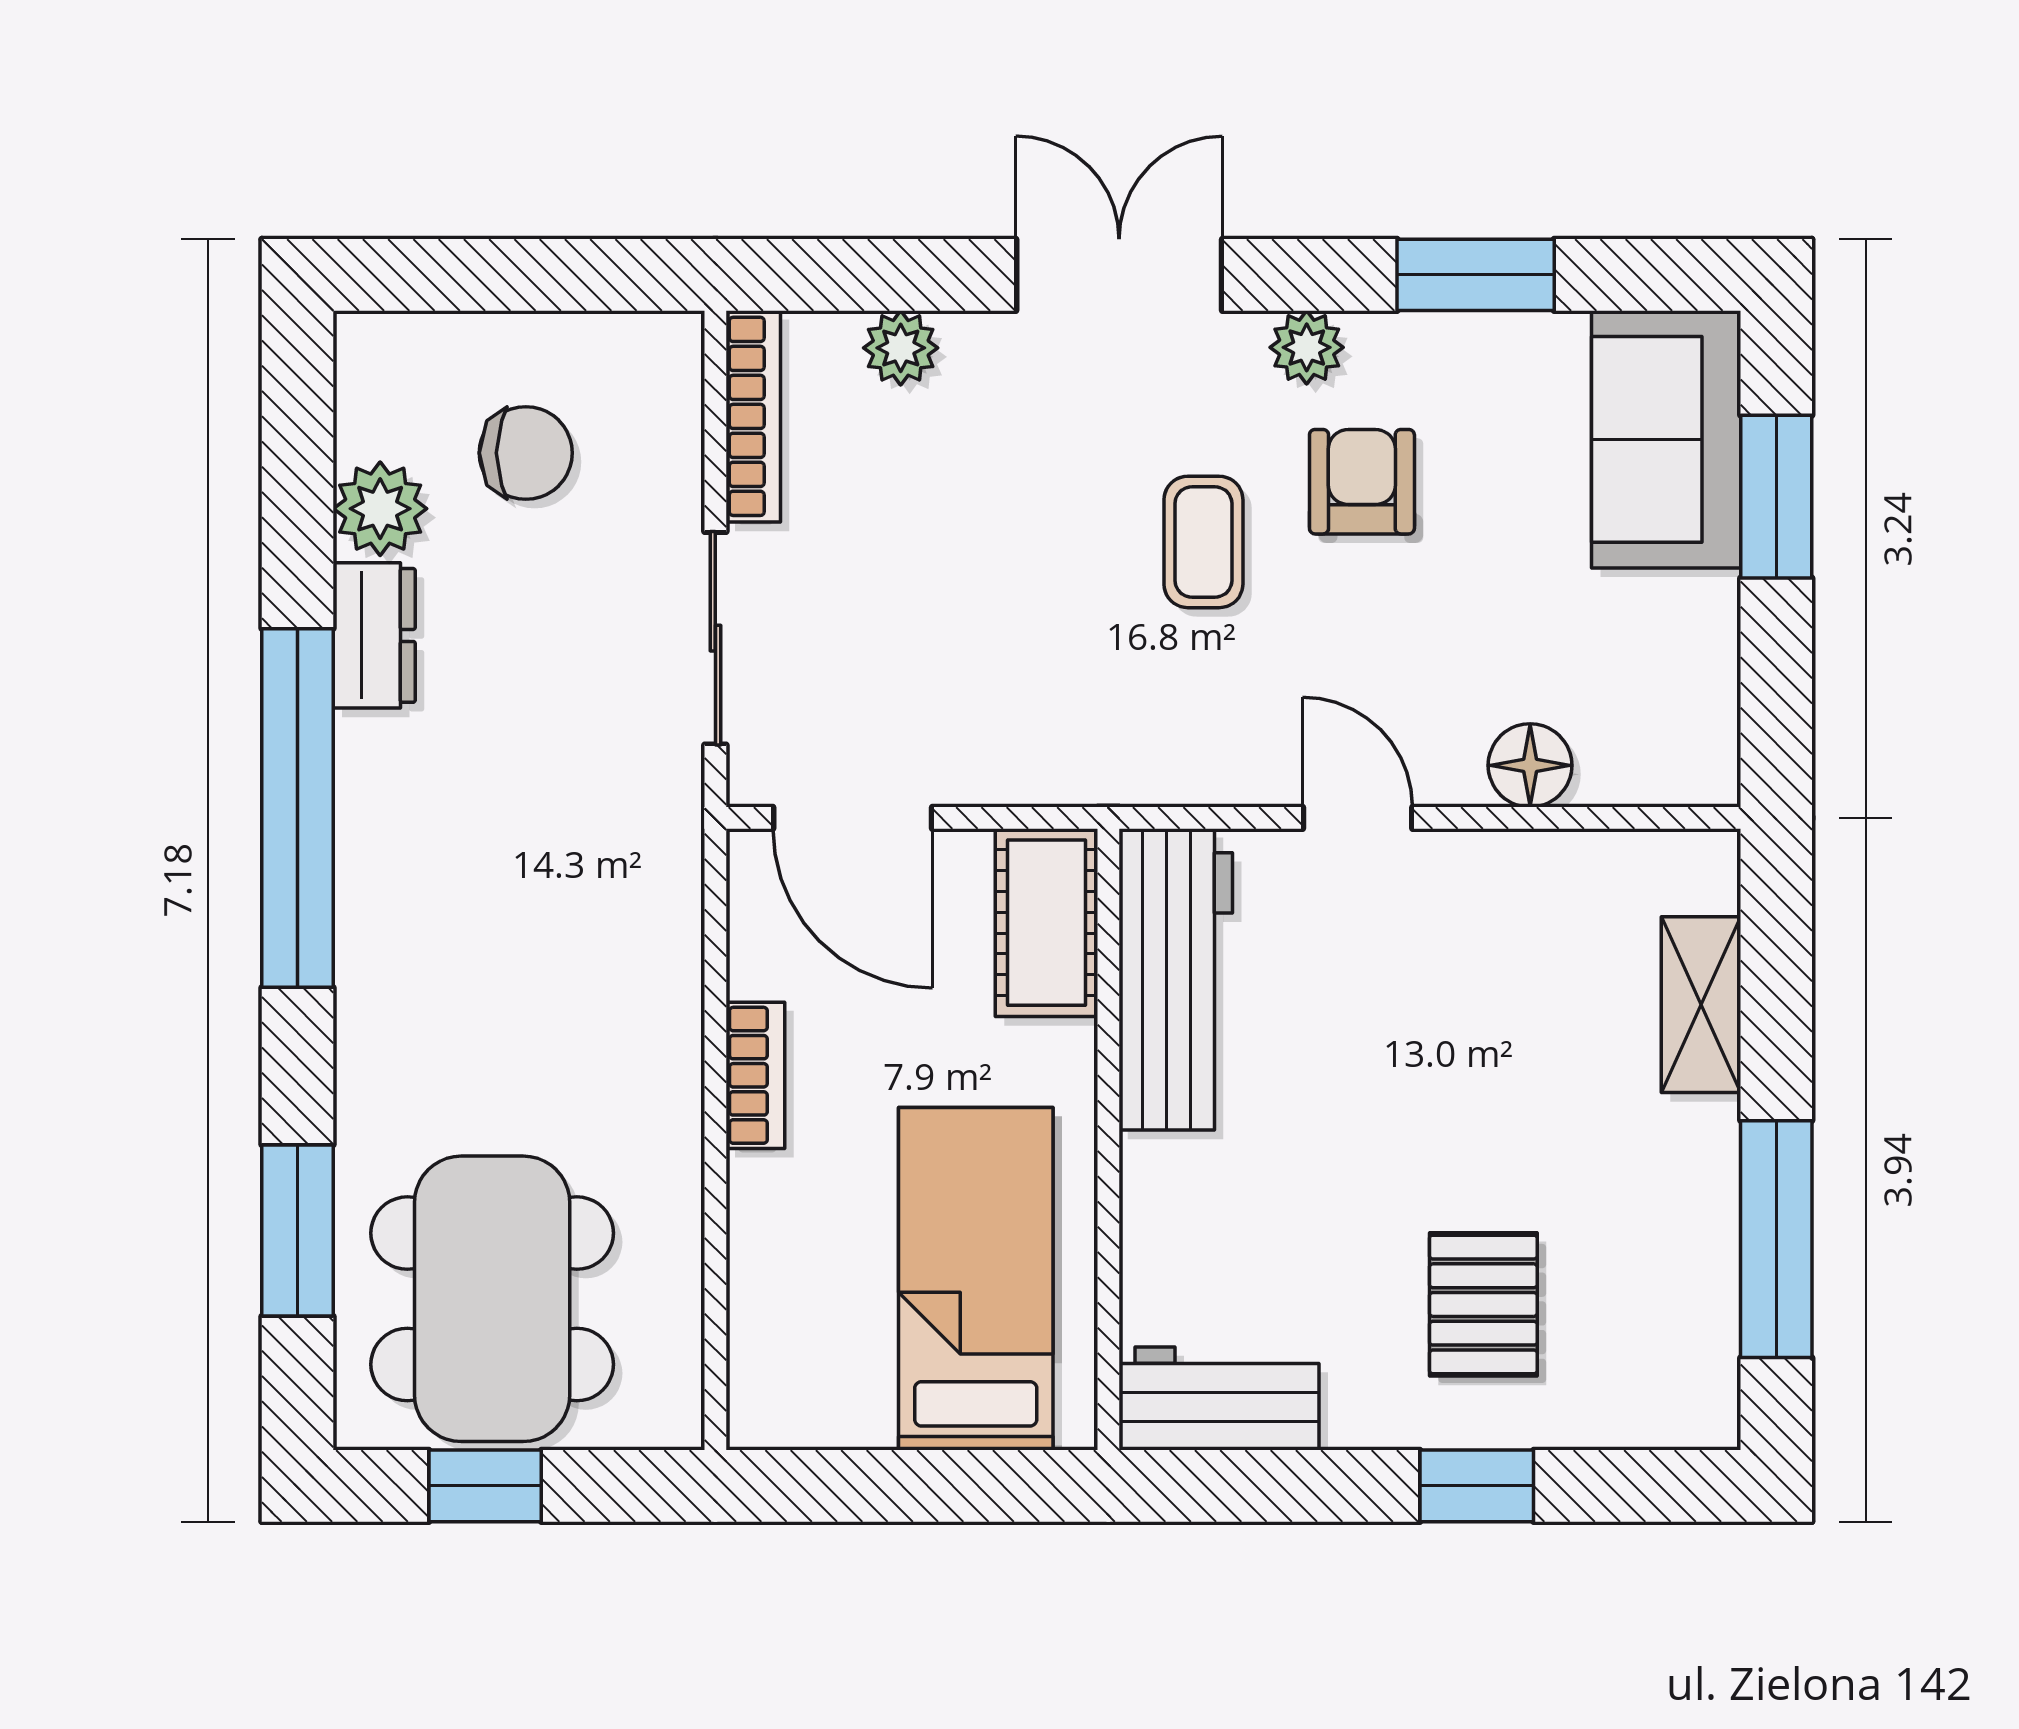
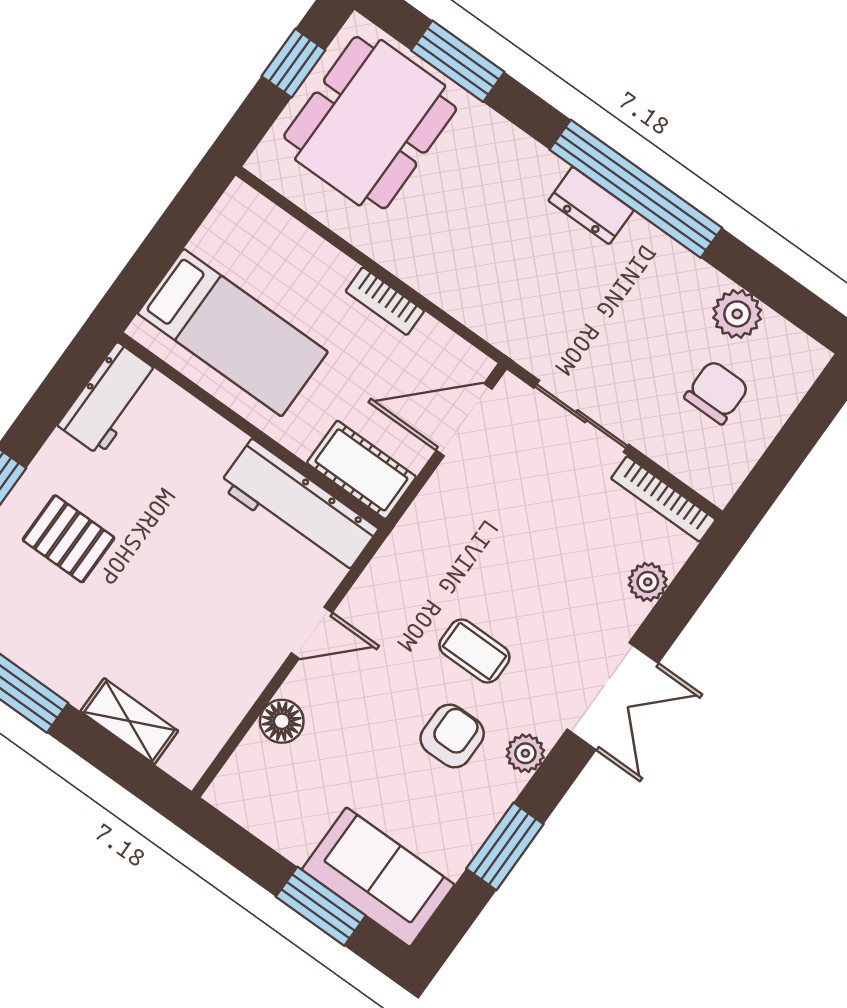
chair: (526, 453) -> (717, 392), turned 180
armchair: (1362, 482) -> (452, 736), turned -90
dresser: (374, 635) -> (591, 205), moved
dining table: (492, 1299) -> (370, 123), turned 90

